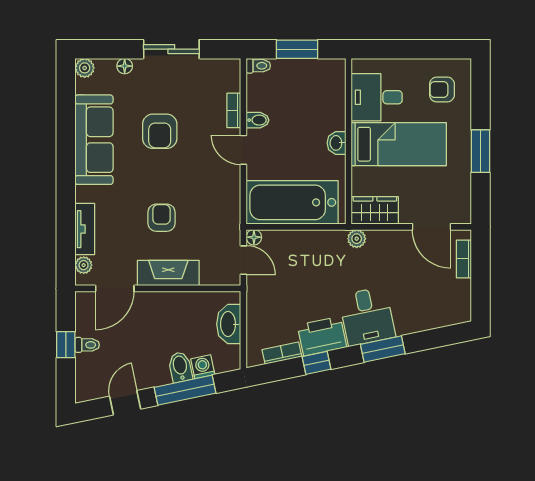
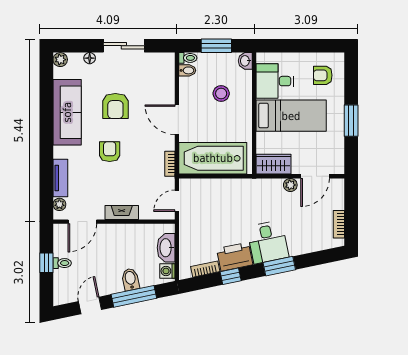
bookcase: (234, 110) -> (170, 164), moved
stool: (304, 114) -> (221, 93), added
bidet: (258, 120) -> (187, 70), moved
washbasin: (336, 143) -> (245, 61), moved
door: (243, 150) -> (177, 120), width x1.38
armchair: (161, 218) -> (110, 152), moved
door: (431, 227) -> (315, 176), hinge flipped
floor lamp: (254, 237) -> (185, 184), removed
plant: (357, 239) -> (290, 185), moved
bookcase: (464, 259) -> (339, 224), moved
door: (243, 260) -> (177, 201), swing flipped
fireplace: (168, 273) -> (122, 212), width x0.73, depth x0.76
washing machine: (203, 367) -> (167, 271), moved, turned -78

